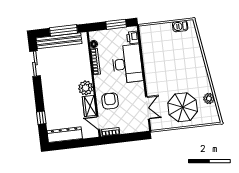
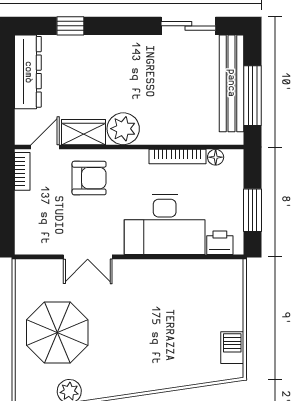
double door: (148, 108) -> (88, 257), moved

